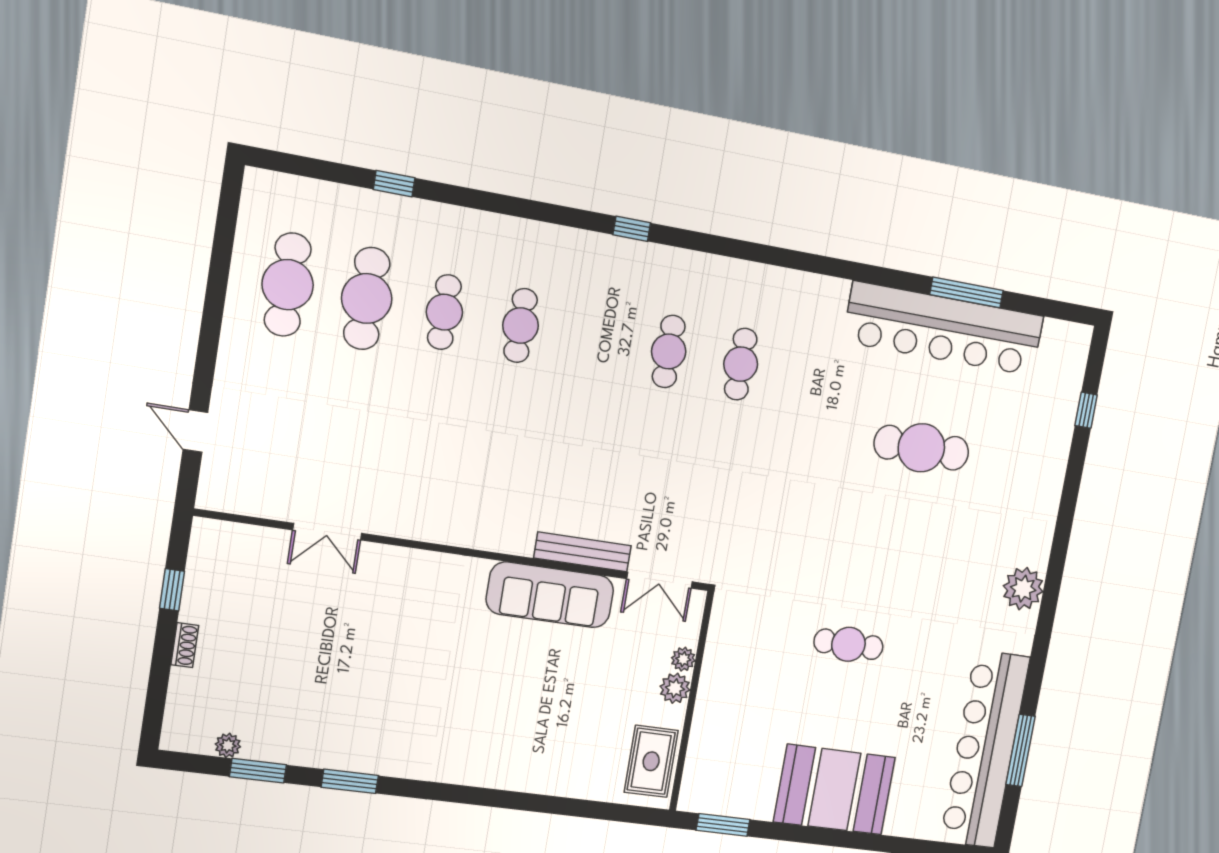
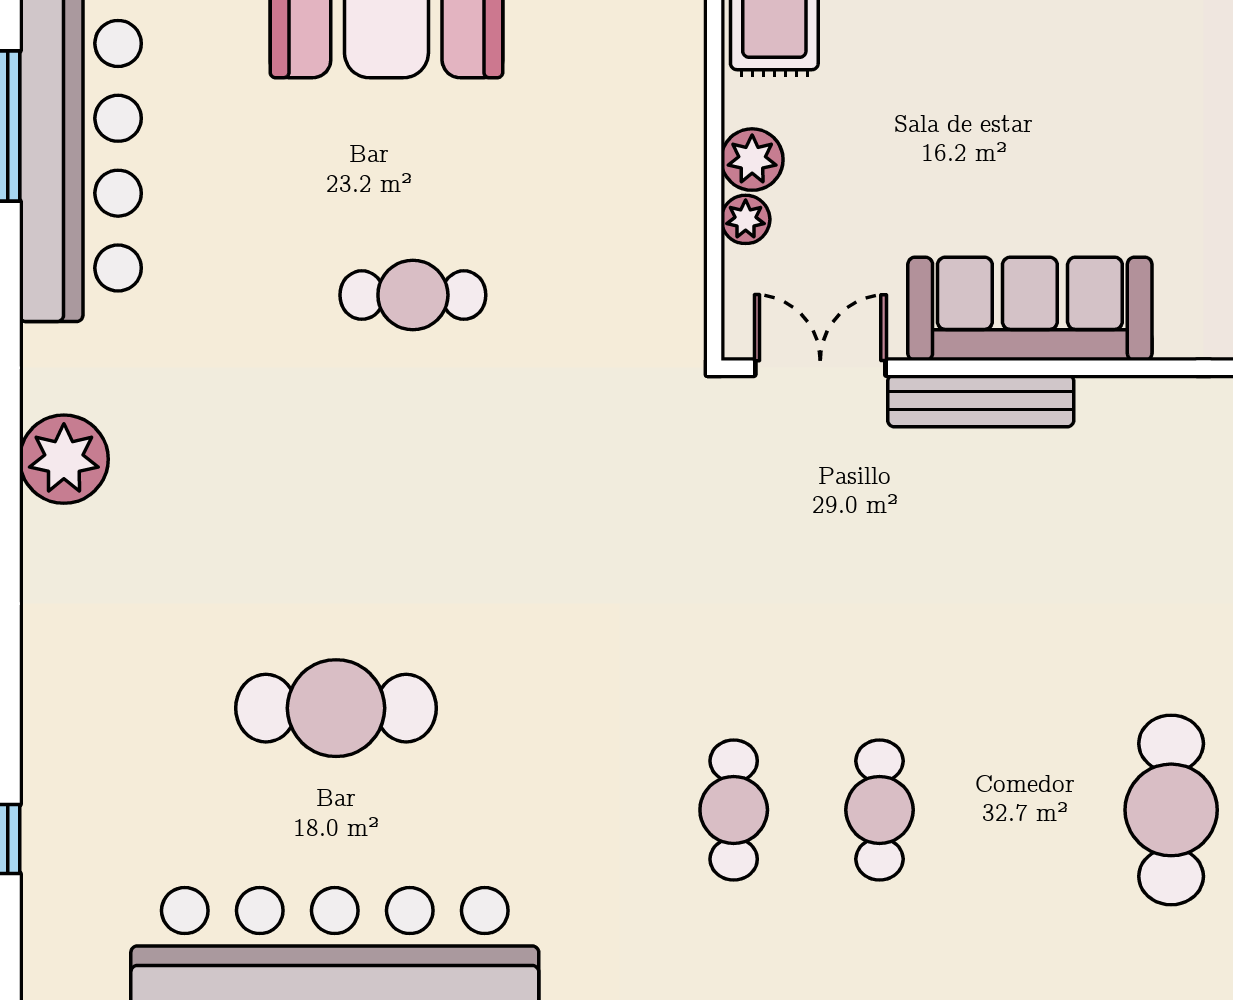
cafe table: (521, 325) -> (1171, 810), width x1.37, depth x1.35

